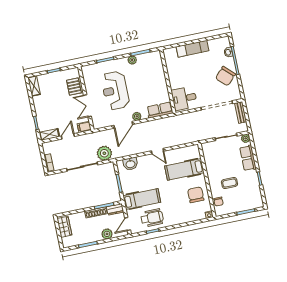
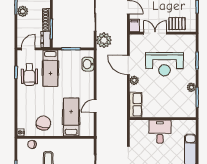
reception desk: (115, 90) -> (164, 64), turned 180
desk: (184, 98) -> (160, 132), moved
door: (157, 151) -> (95, 106), moved
chair: (196, 195) -> (43, 123), turned -80
door: (128, 224) -> (28, 49), hinge flipped
plant: (107, 234) -> (23, 11), moved

